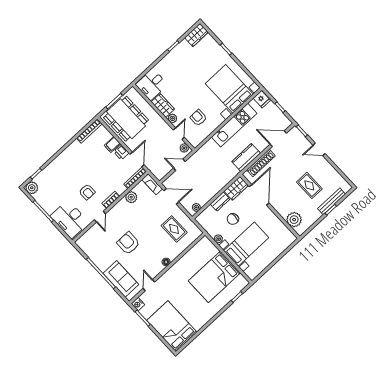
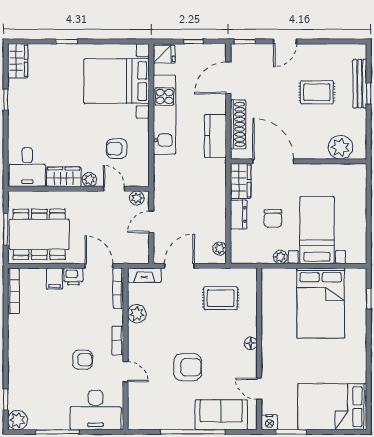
armchair: (128, 243) -> (188, 367), turned 180

